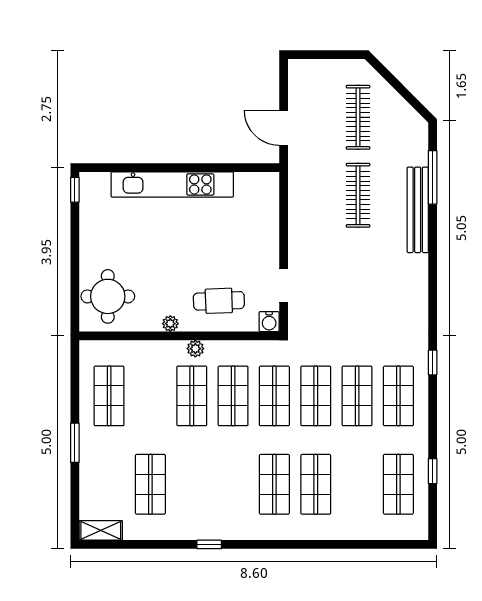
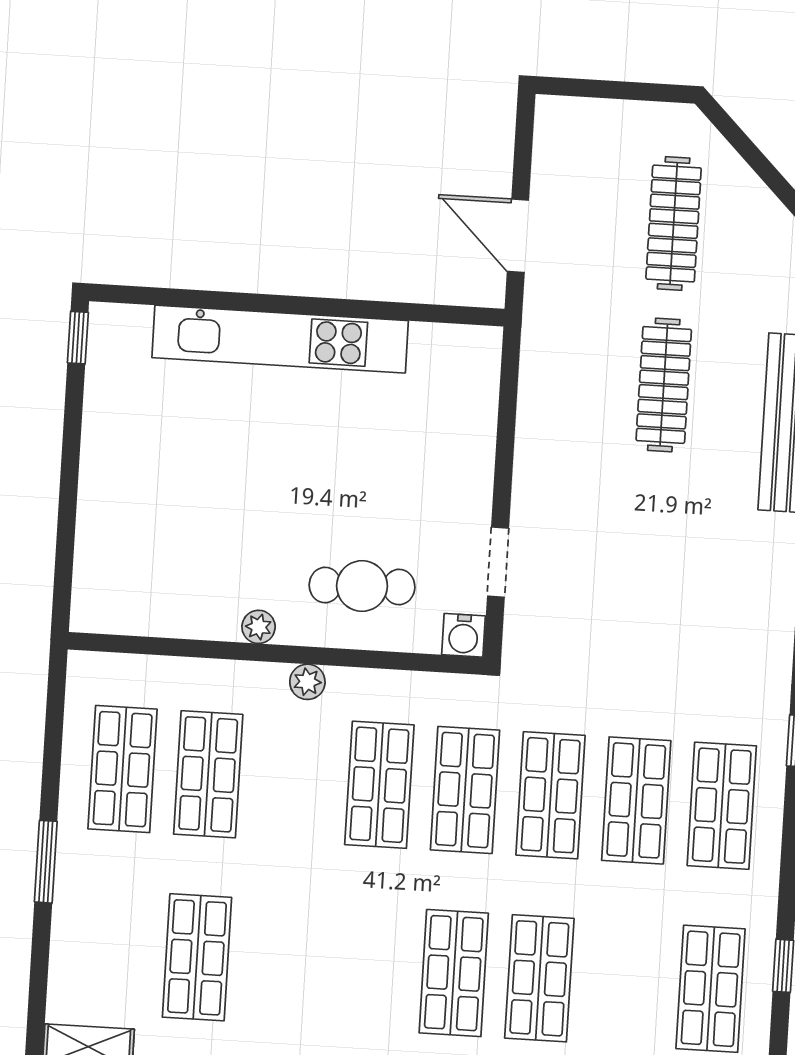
round table: (108, 296) -> (133, 563), removed
shop shelf: (192, 396) -> (208, 774), moved

